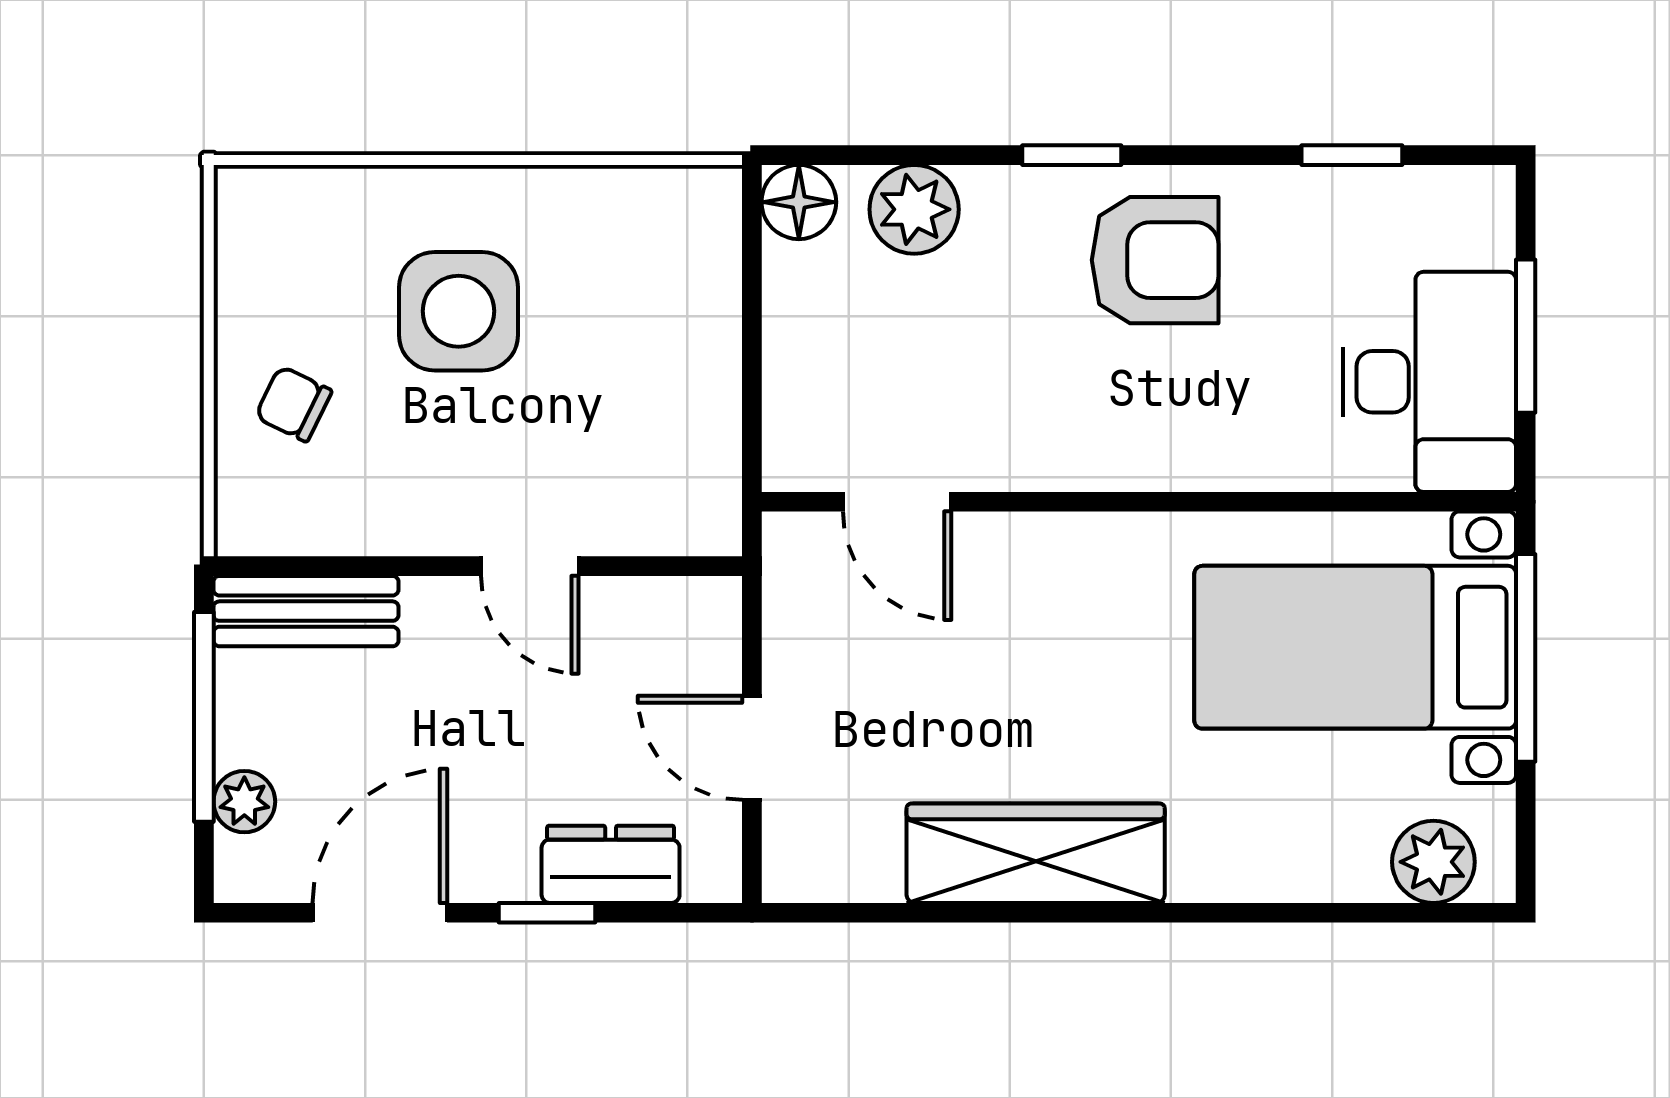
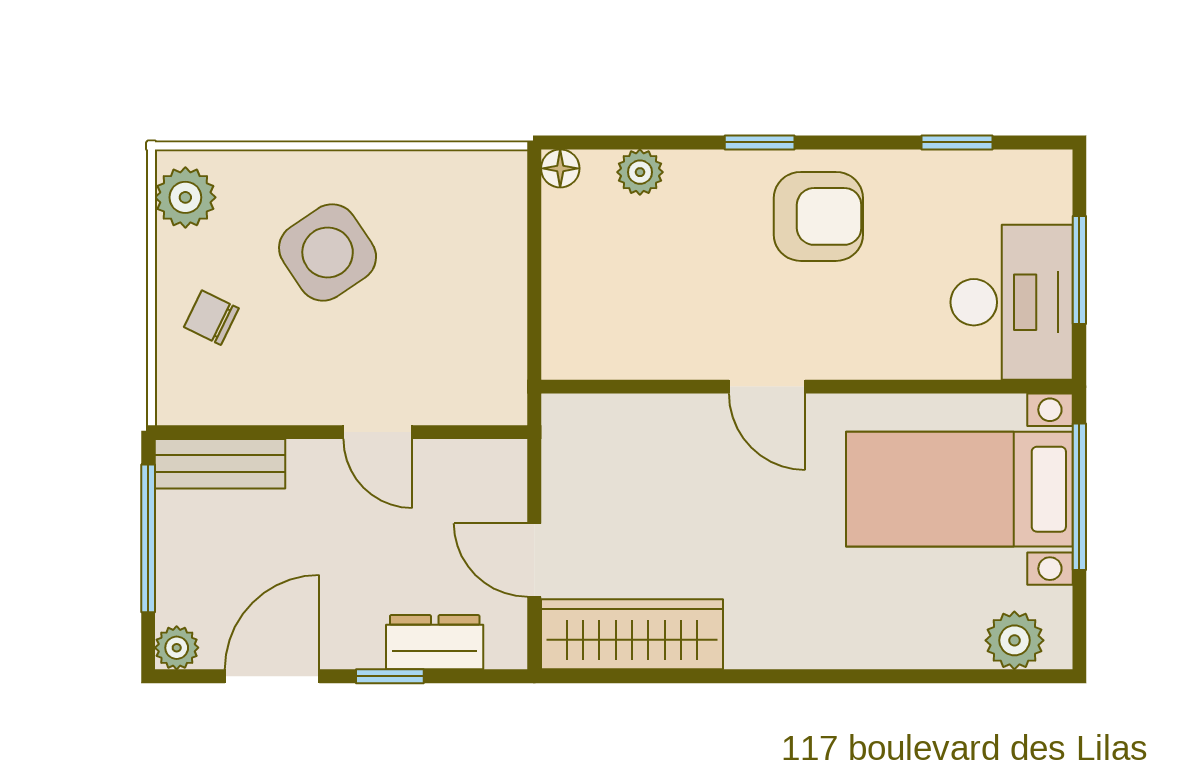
floor lamp: (799, 202) -> (560, 168), width x0.73, depth x0.73
plant: (914, 209) -> (640, 172), width x0.73, depth x0.73
plant: (257, 233) -> (185, 197), added
side table: (459, 311) -> (328, 252), turned -34
door: (897, 502) -> (767, 387), moved
plant: (244, 802) -> (177, 648), moved
wardrobe: (1036, 853) -> (632, 634), moved

